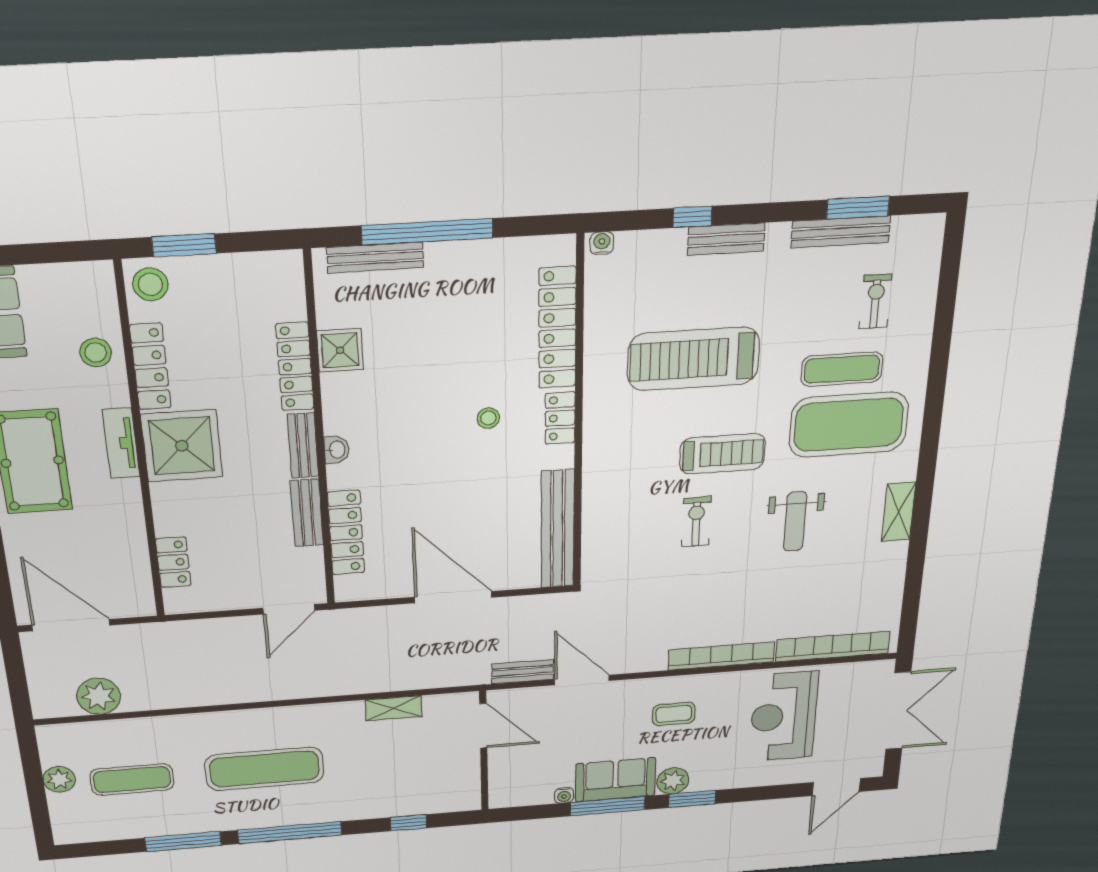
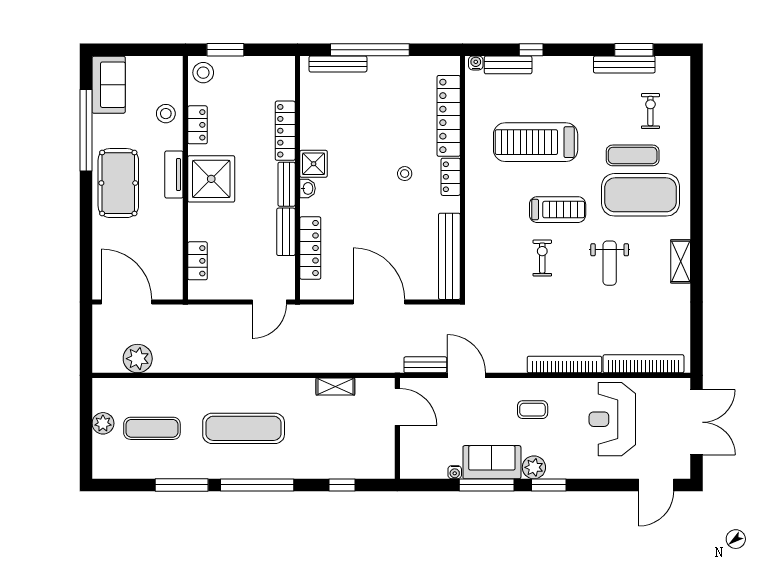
bench: (726, 239) -> (508, 65), moved
shower: (340, 350) -> (314, 164), moved
locker: (150, 367) -> (198, 125), width x0.66

